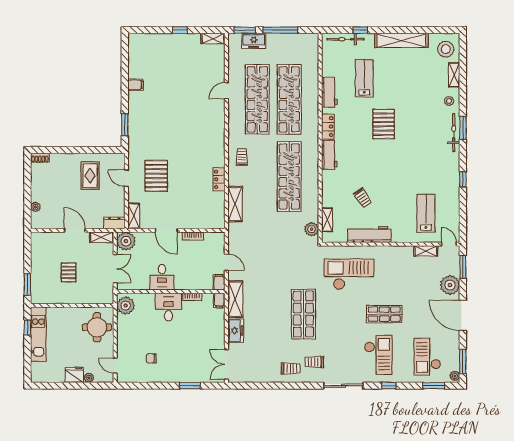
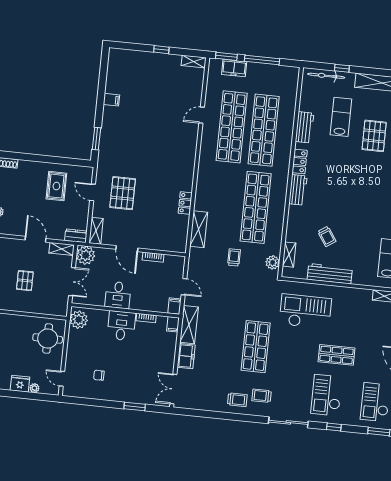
pallet: (384, 124) -> (374, 136), moved
trolley: (242, 157) -> (234, 257), moved
checkout: (378, 355) -> (326, 395), turned 180

